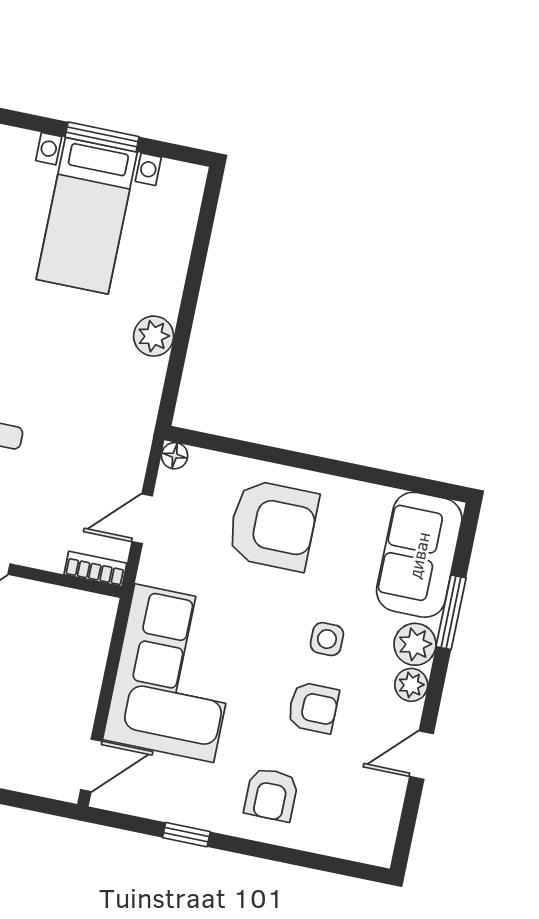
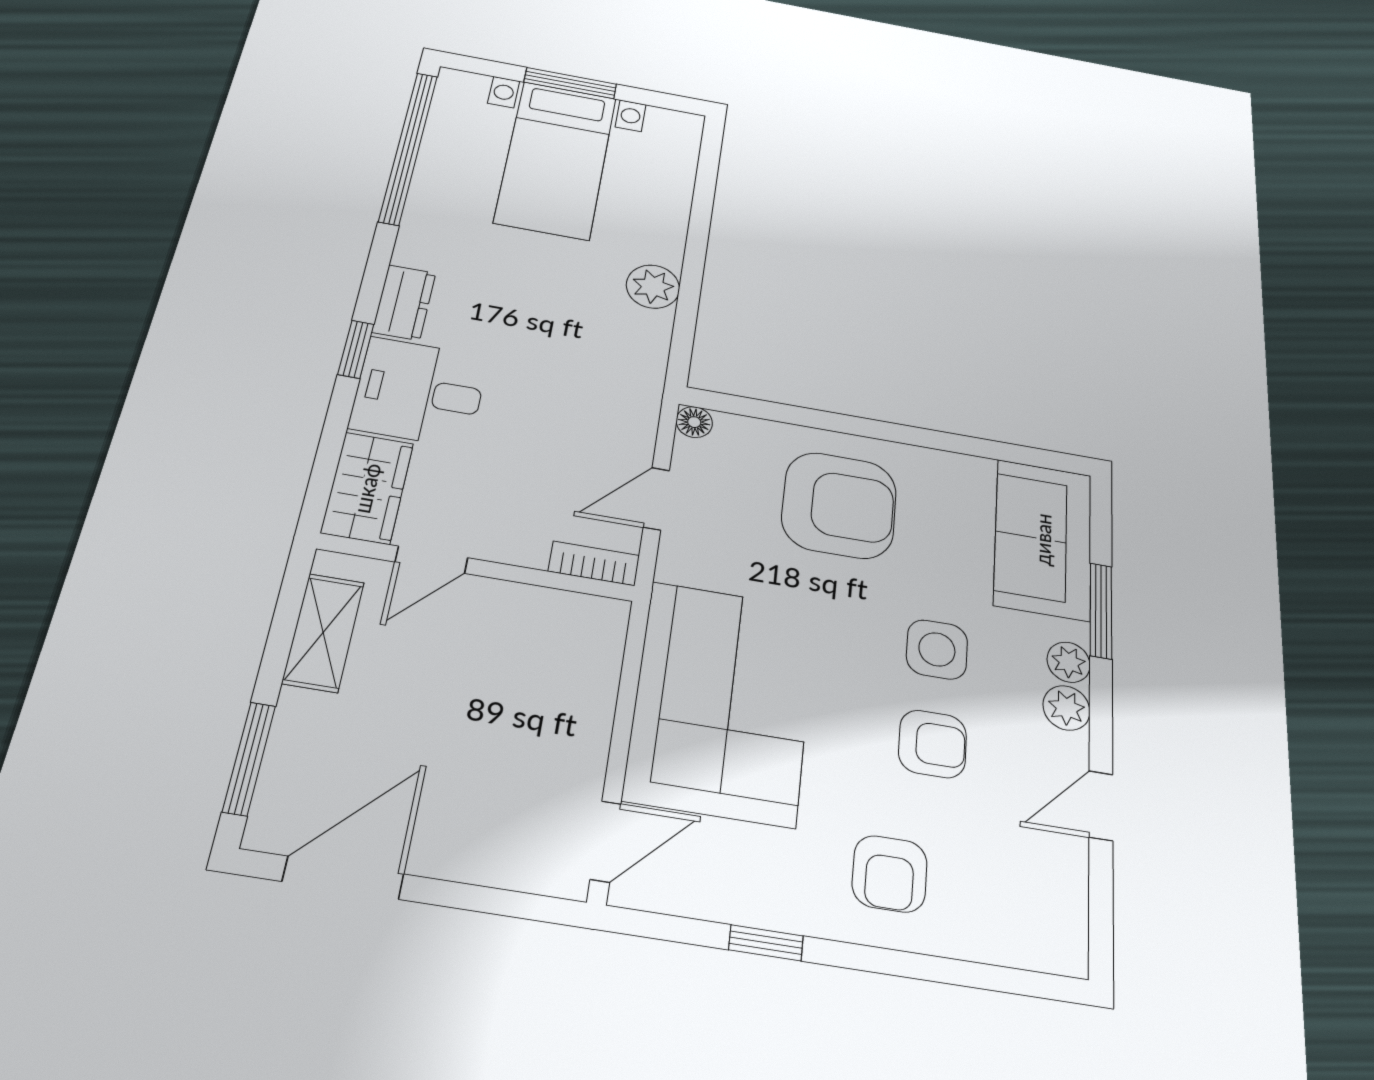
side table: (327, 639) -> (937, 649), width x1.37, depth x1.37
plant: (415, 644) -> (1069, 662), width x0.73, depth x0.73

